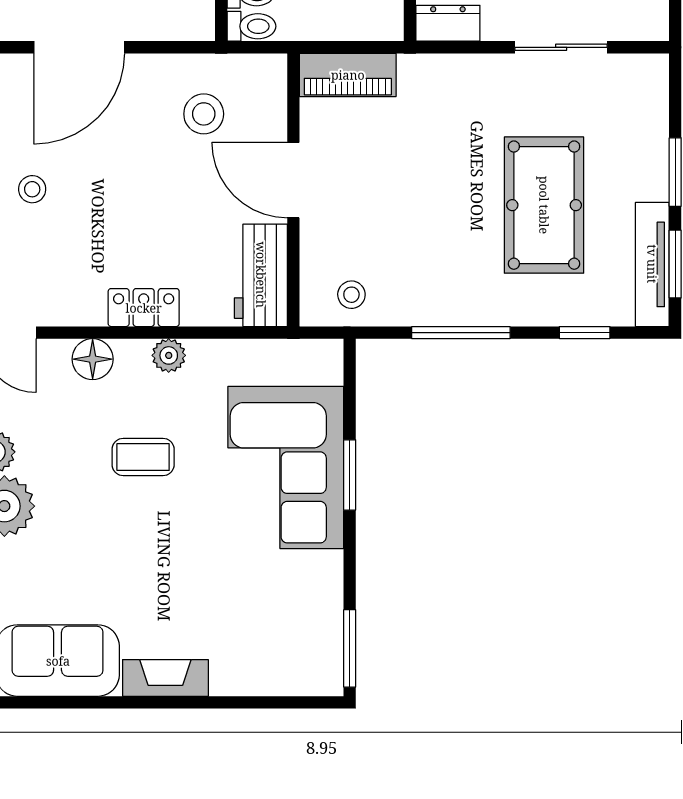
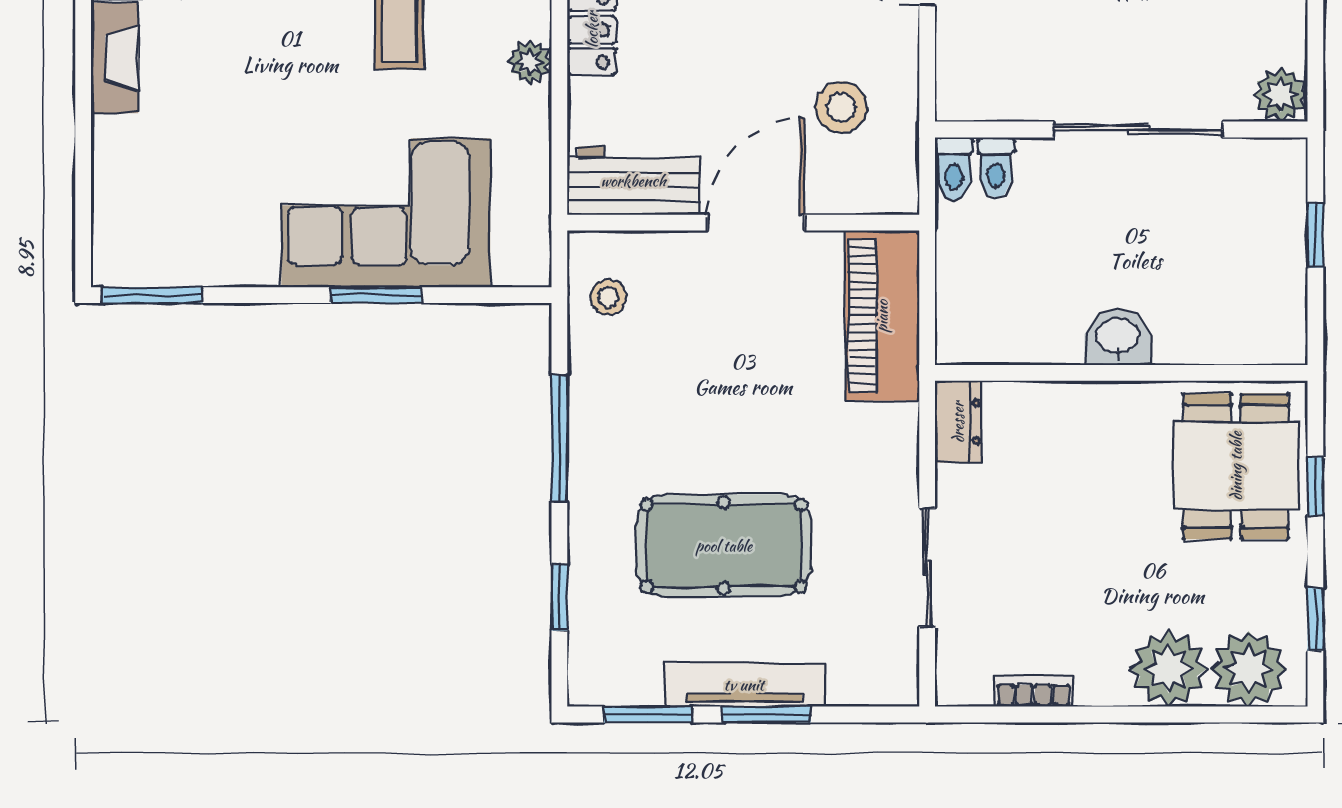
piano: (348, 75) -> (882, 316), width x1.37, depth x1.33
tv unit: (652, 264) -> (744, 685), moved

